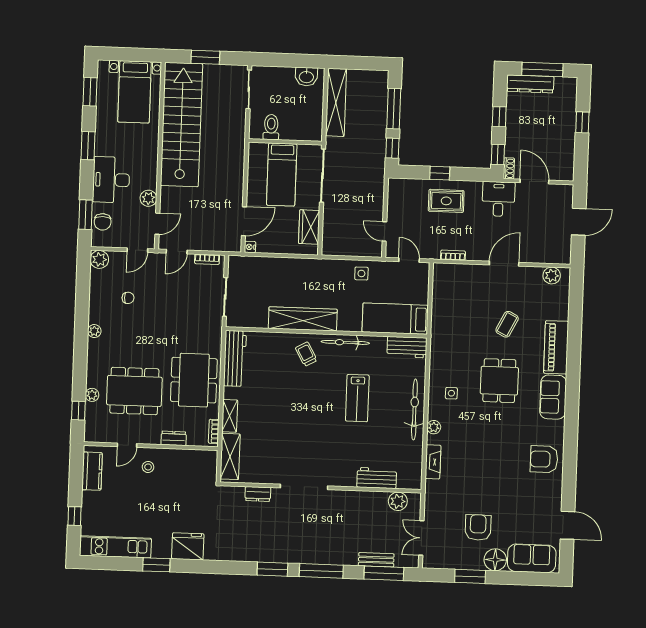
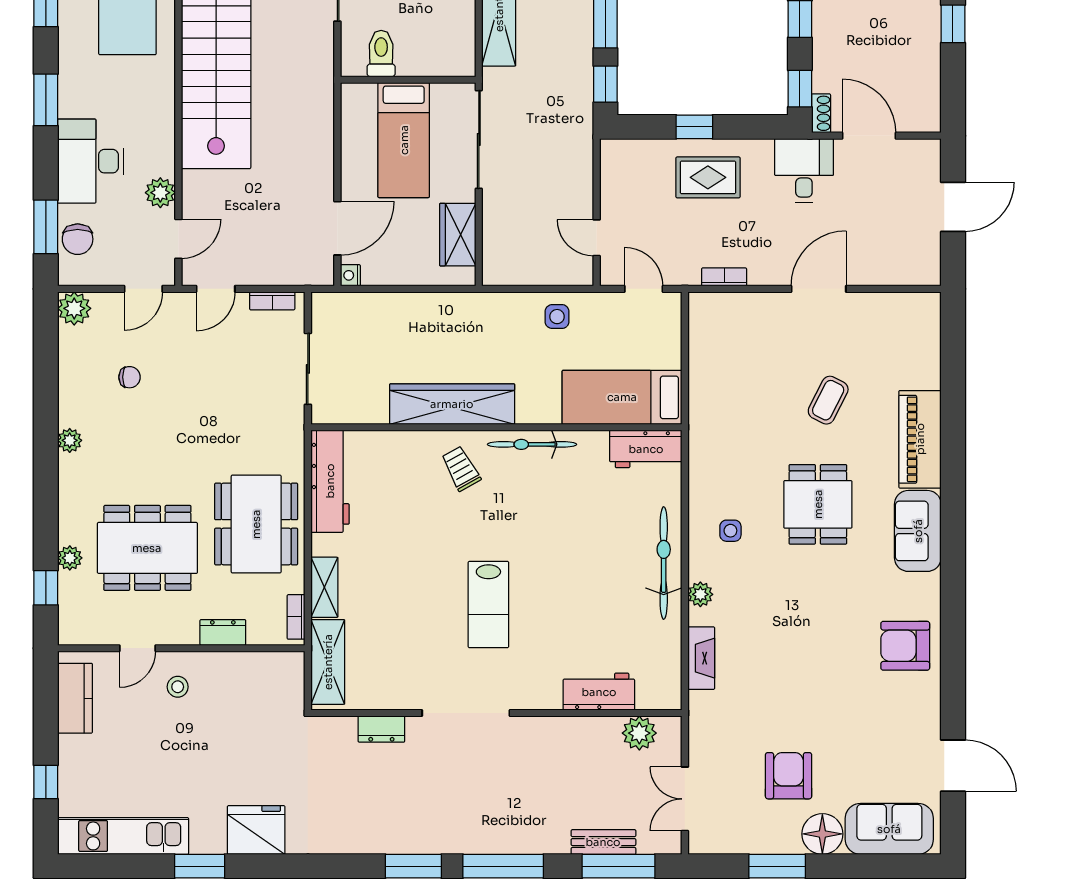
plant: (552, 276) -> (907, 308), removed
lab bench: (357, 398) -> (488, 605), moved

